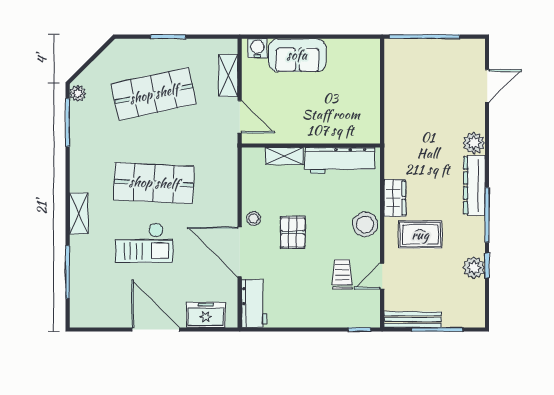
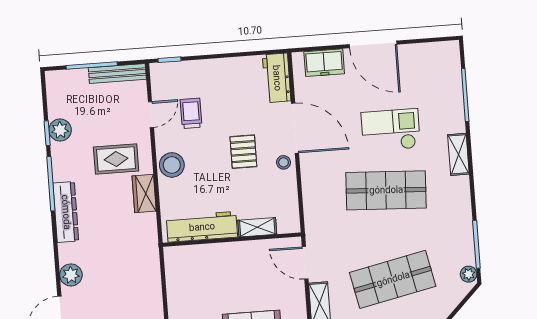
plant: (474, 143) -> (71, 275), moved
trolley: (342, 274) -> (191, 113), turned 180

